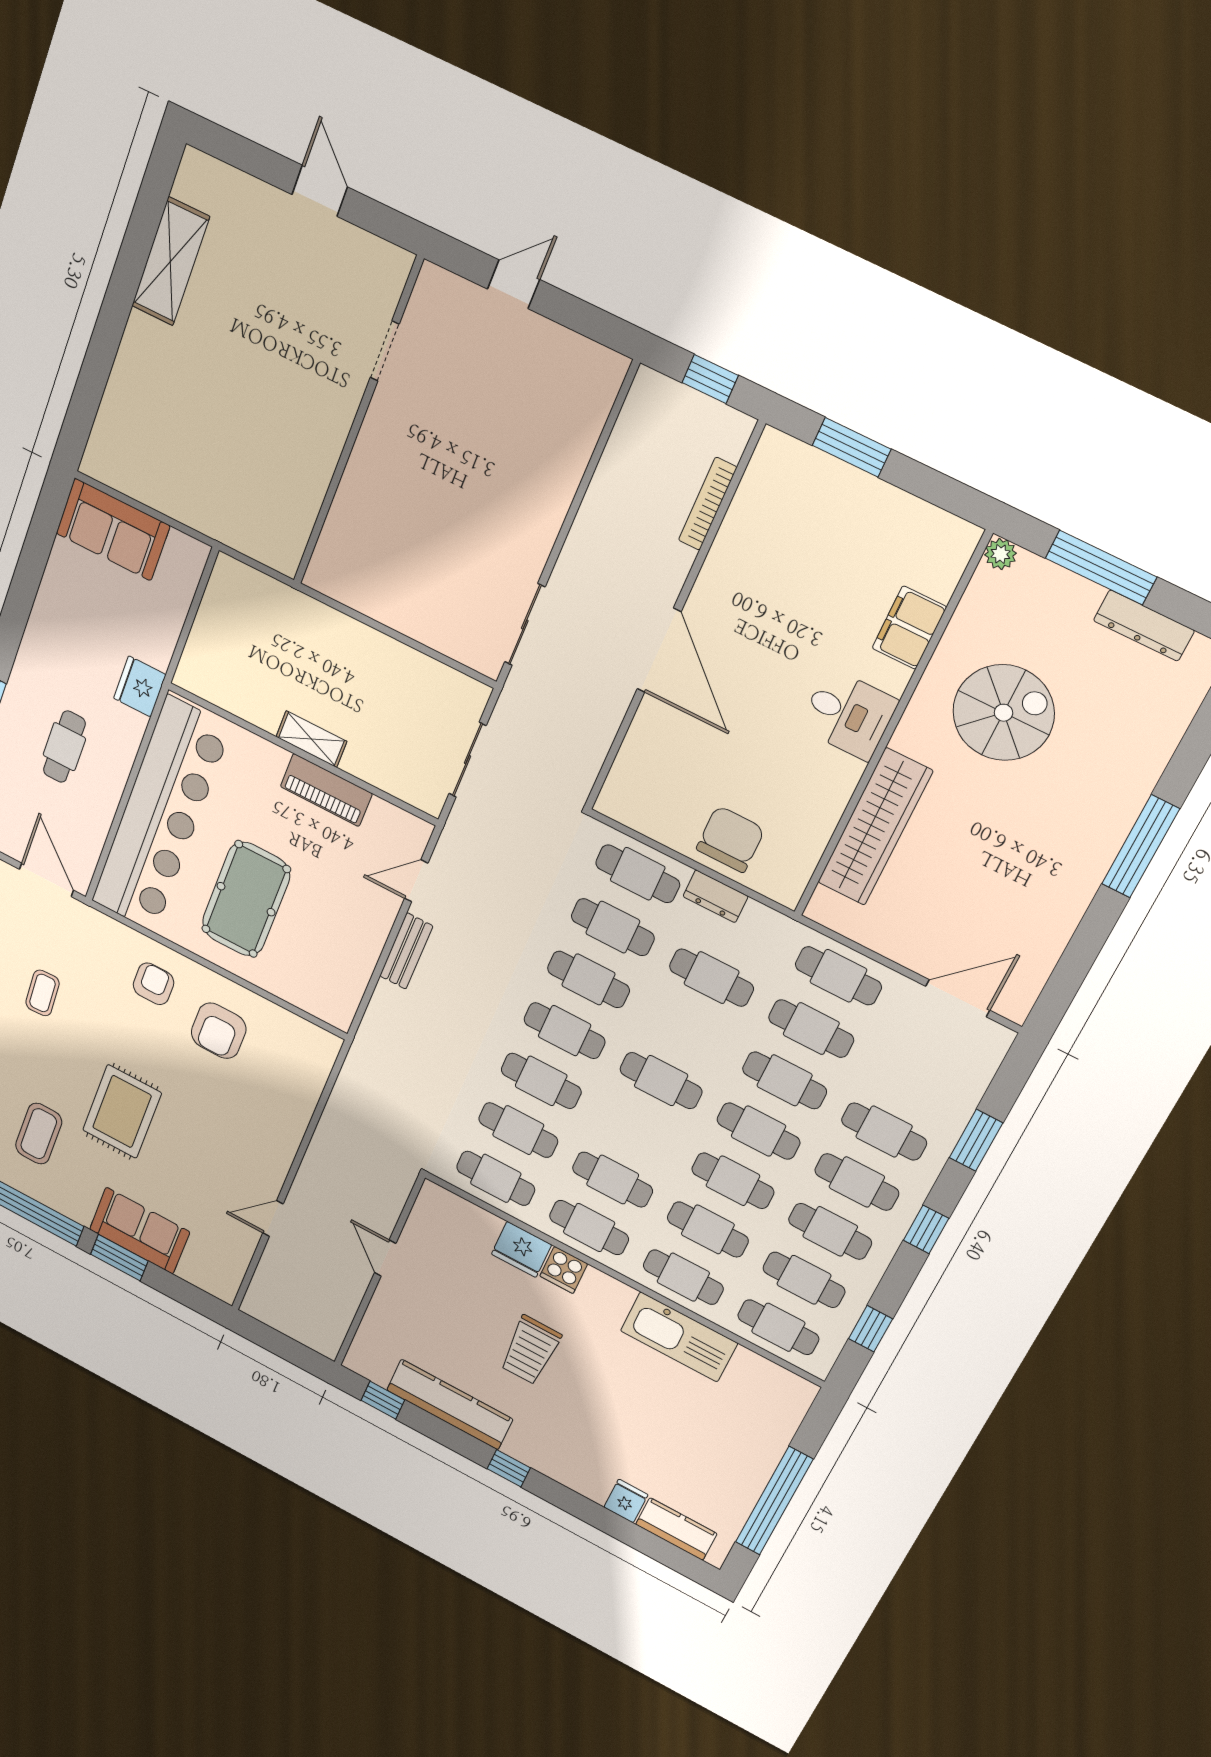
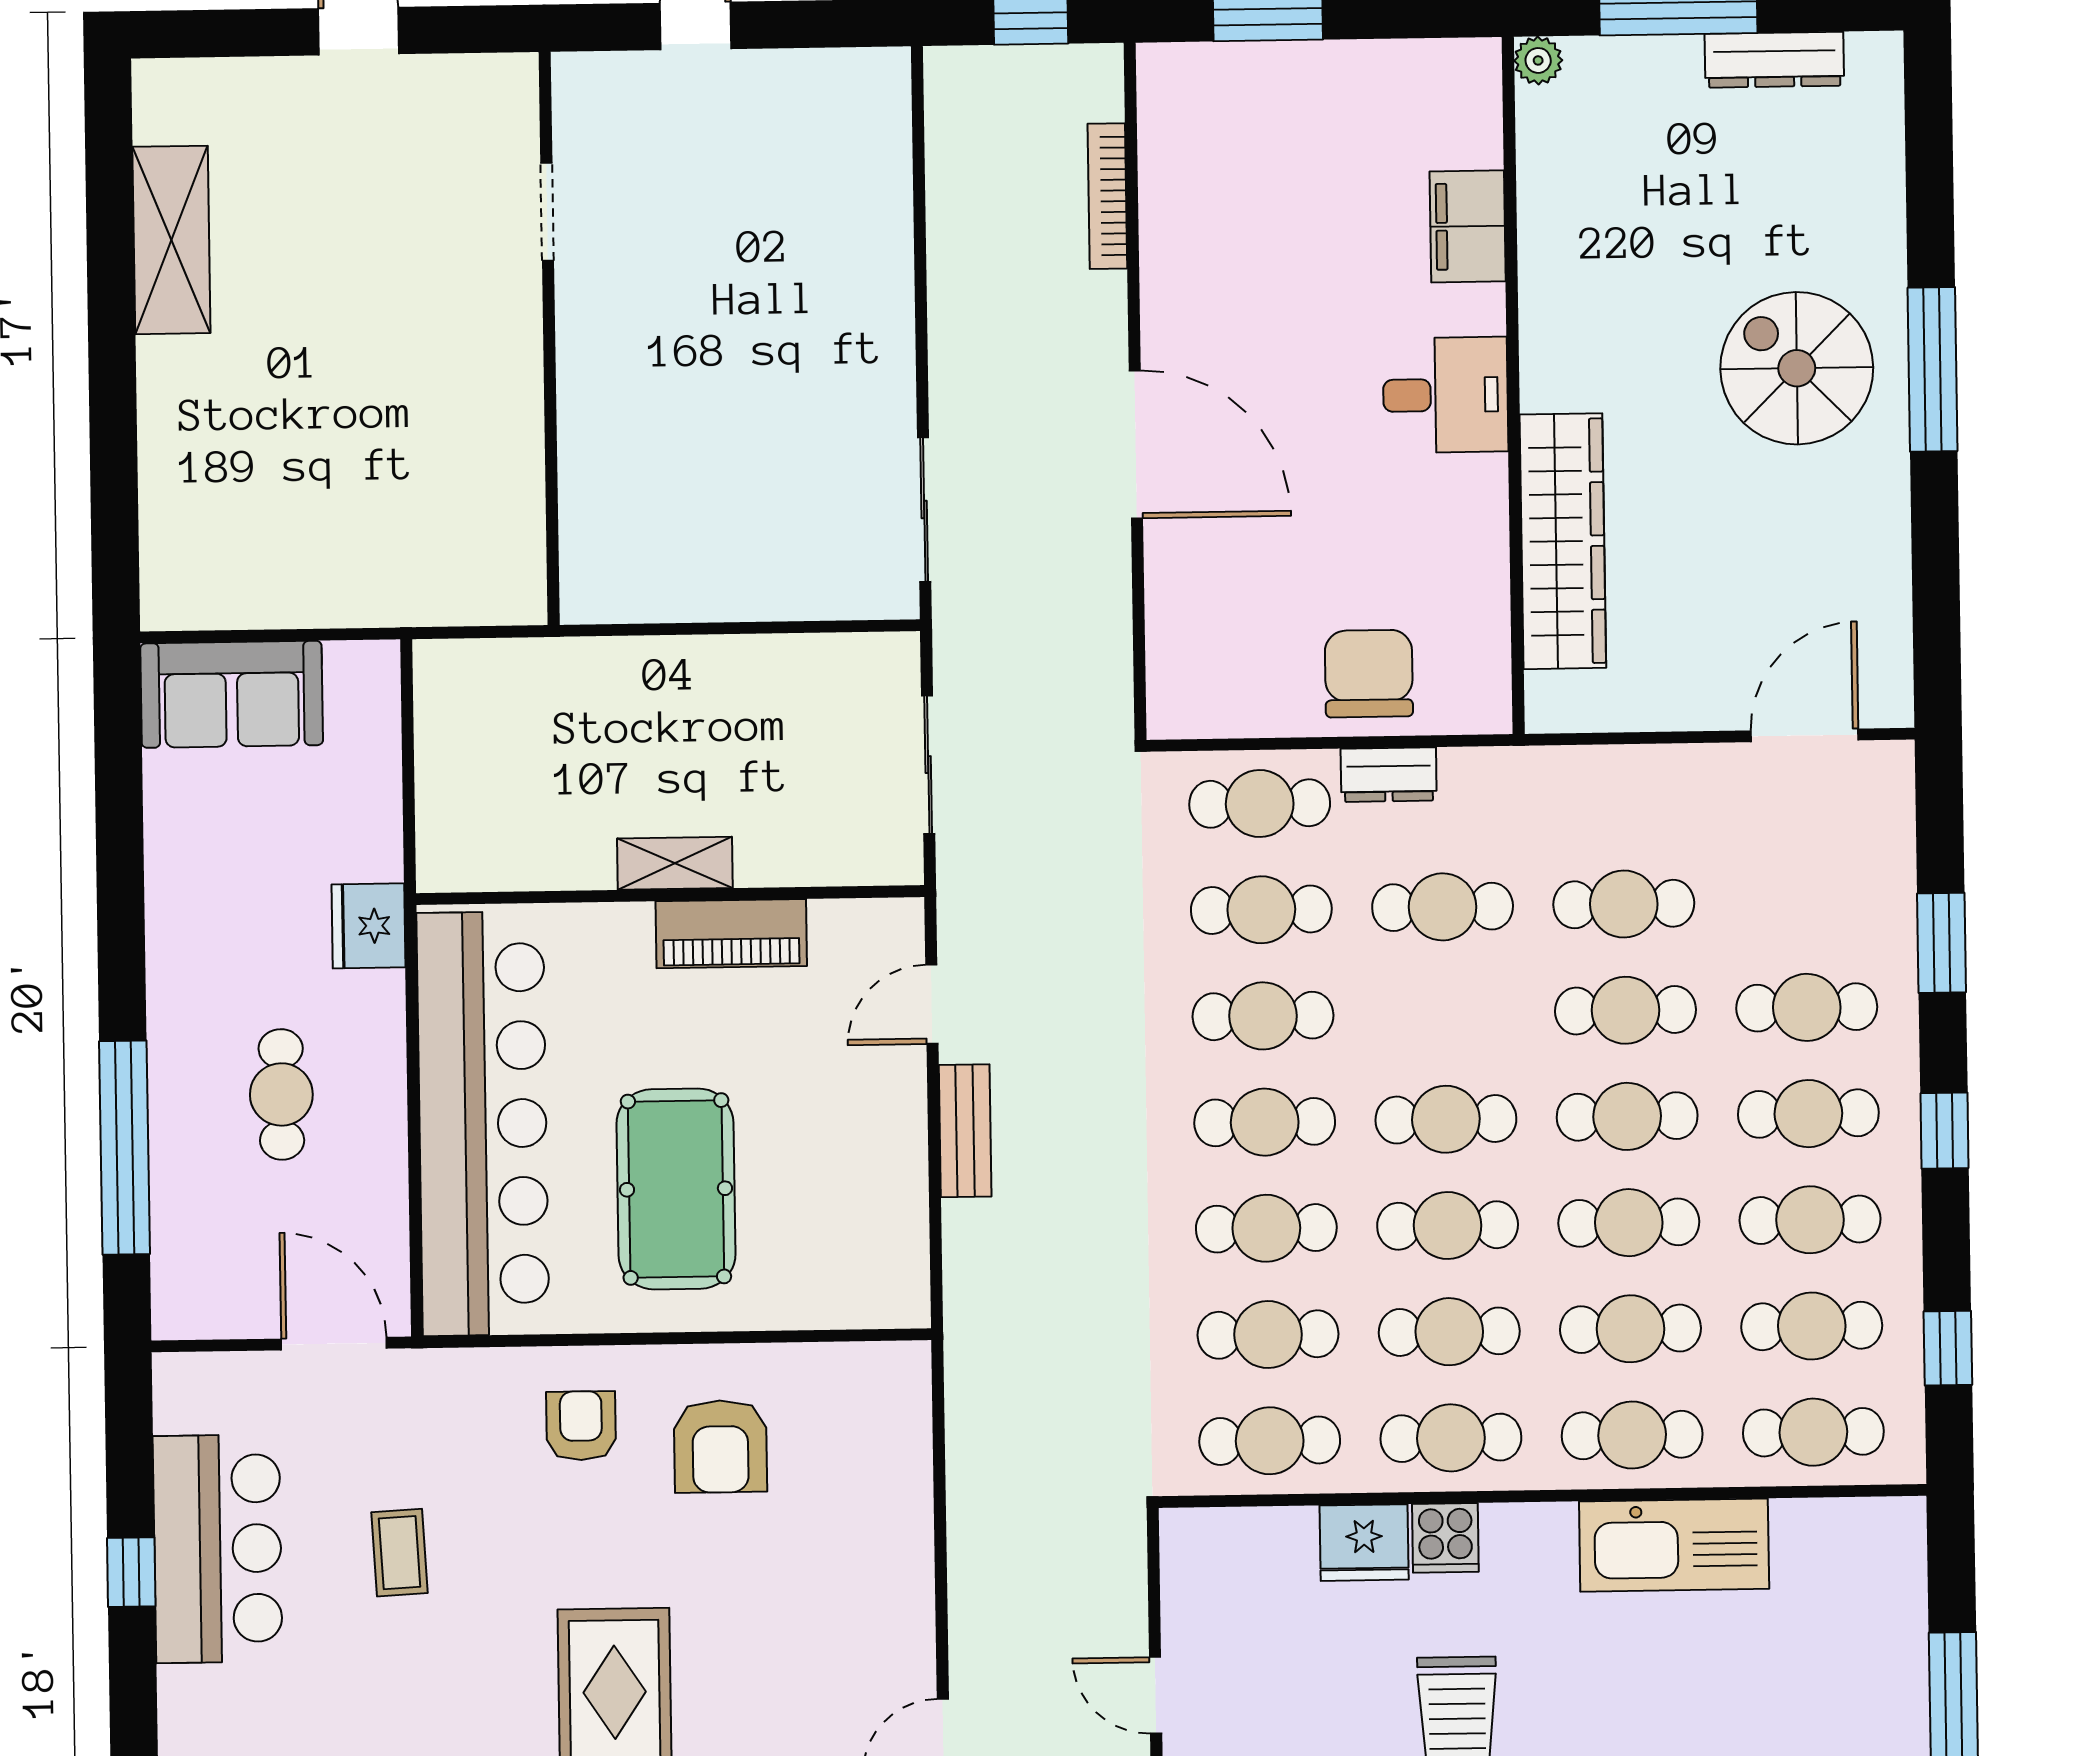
spiral stairs: (1004, 713) -> (1797, 368), moved, turned -90
cafe table: (838, 976) -> (1448, 1225), moved

